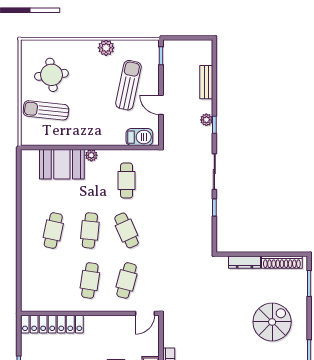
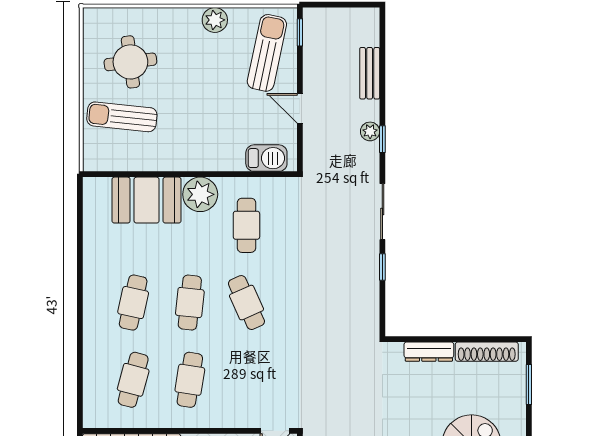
sun lounger: (128, 85) -> (267, 53), moved
plant: (91, 155) -> (200, 194), width x1.87, depth x1.87
cafe table: (127, 280) -> (133, 380), moved

